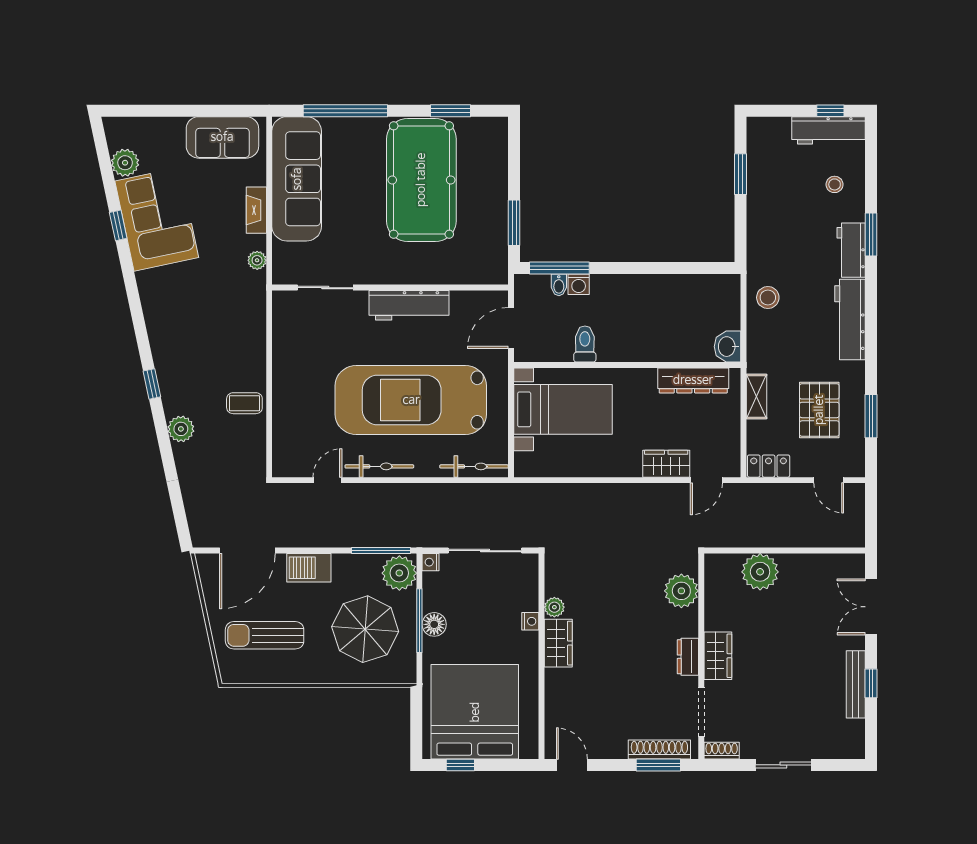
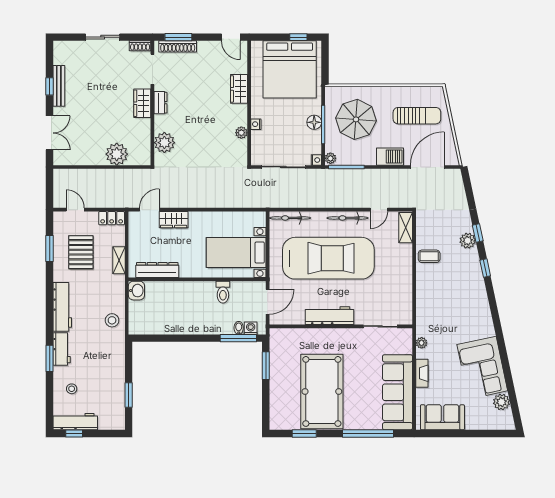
window: (118, 225) -> (478, 233), moved
washing machine: (579, 284) -> (251, 328), moved
shelving: (283, 450) -> (406, 228), added
plant: (399, 573) -> (330, 158), width x0.53, depth x0.53
wardrobe: (558, 643) -> (239, 89), moved

